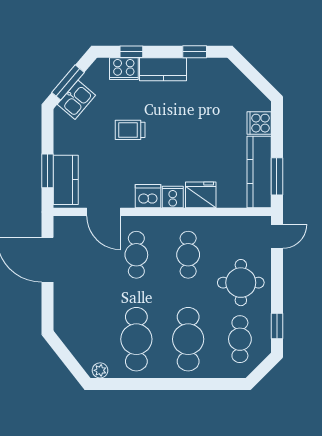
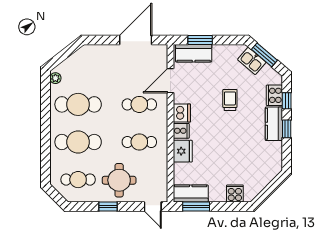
window: (195, 52) -> (287, 129), moved
kitchen counter: (259, 172) -> (191, 193), width x0.67
window: (277, 326) -> (108, 206), moved

